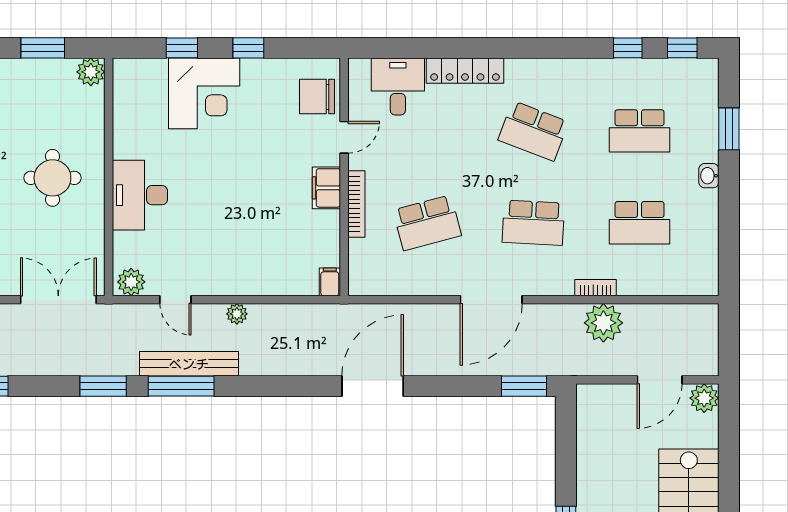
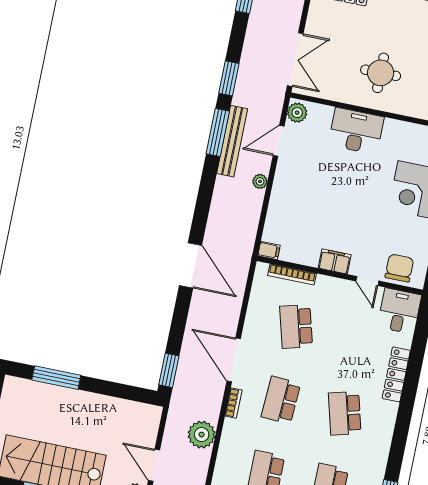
desk: (398, 86) -> (399, 311), moved, turned -90
school desk: (533, 131) -> (345, 413), turned -36
bookcase: (356, 204) -> (292, 274), moved
bookcase: (596, 288) -> (233, 403), moved
door: (175, 300) -> (279, 141), width x1.38

